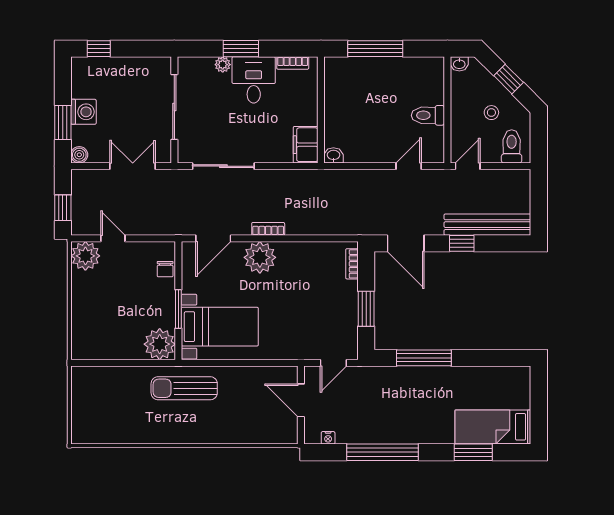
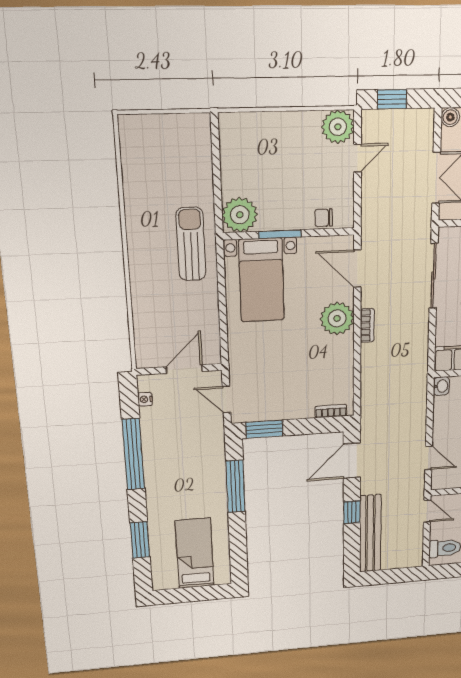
window: (366, 309) -> (264, 429), moved
bed: (493, 427) -> (195, 553), moved

